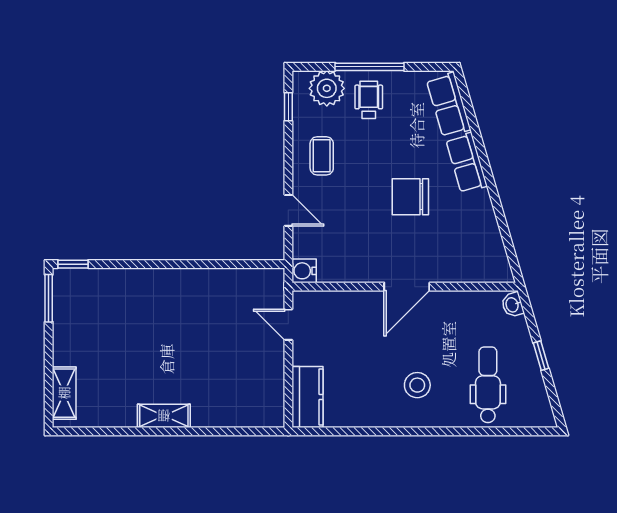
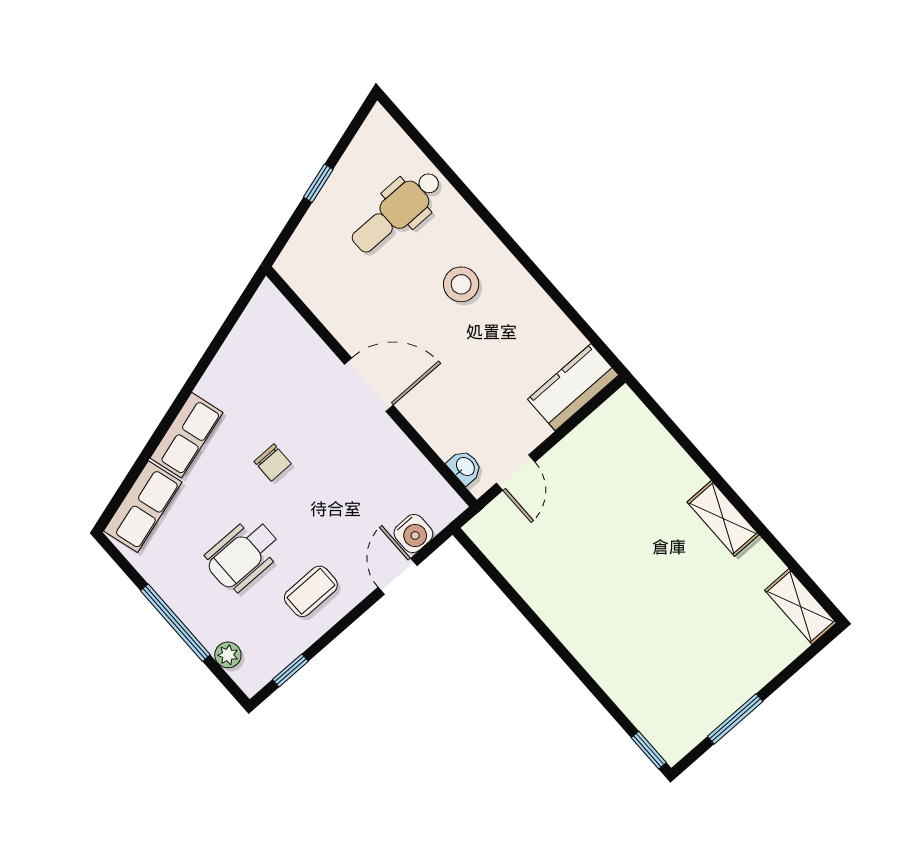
plant: (327, 88) -> (228, 655), width x0.53, depth x0.53
wheelchair: (369, 100) -> (243, 555), moved, width x1.36, depth x1.37
chair: (410, 197) -> (273, 463), width x0.54, depth x0.54
water cooler: (304, 271) -> (413, 534), moved
window: (49, 298) -> (735, 719), moved
washbasin: (513, 305) -> (465, 467), moved, turned -74
shelving: (64, 393) -> (801, 606), moved, turned 90

